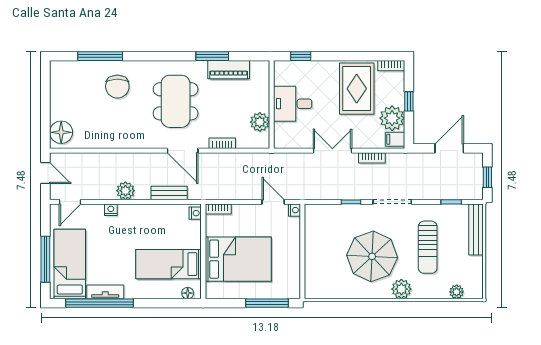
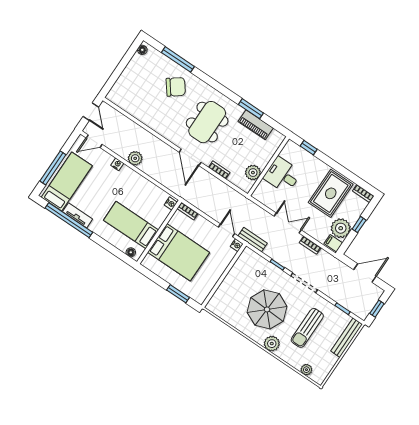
chair: (117, 87) -> (176, 87), turned -127
floor lamp: (61, 132) -> (142, 50), moved, width x0.53, depth x0.53
bench: (169, 193) -> (253, 240), moved
window: (267, 303) -> (178, 294), width x0.69

